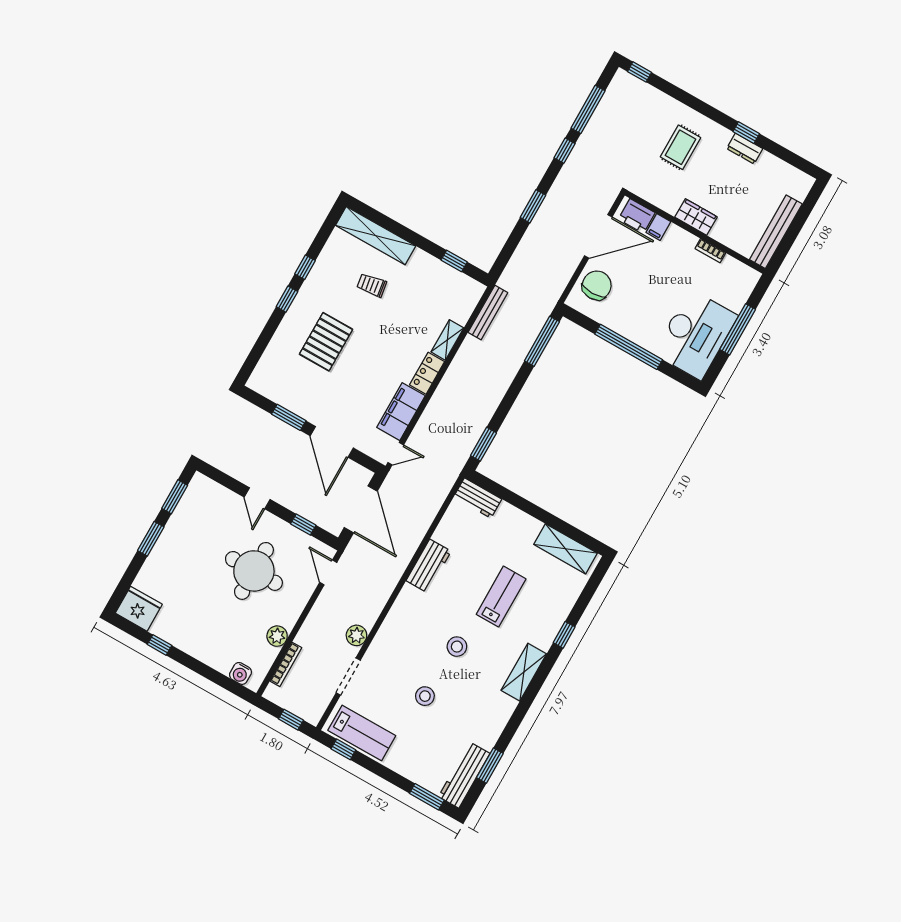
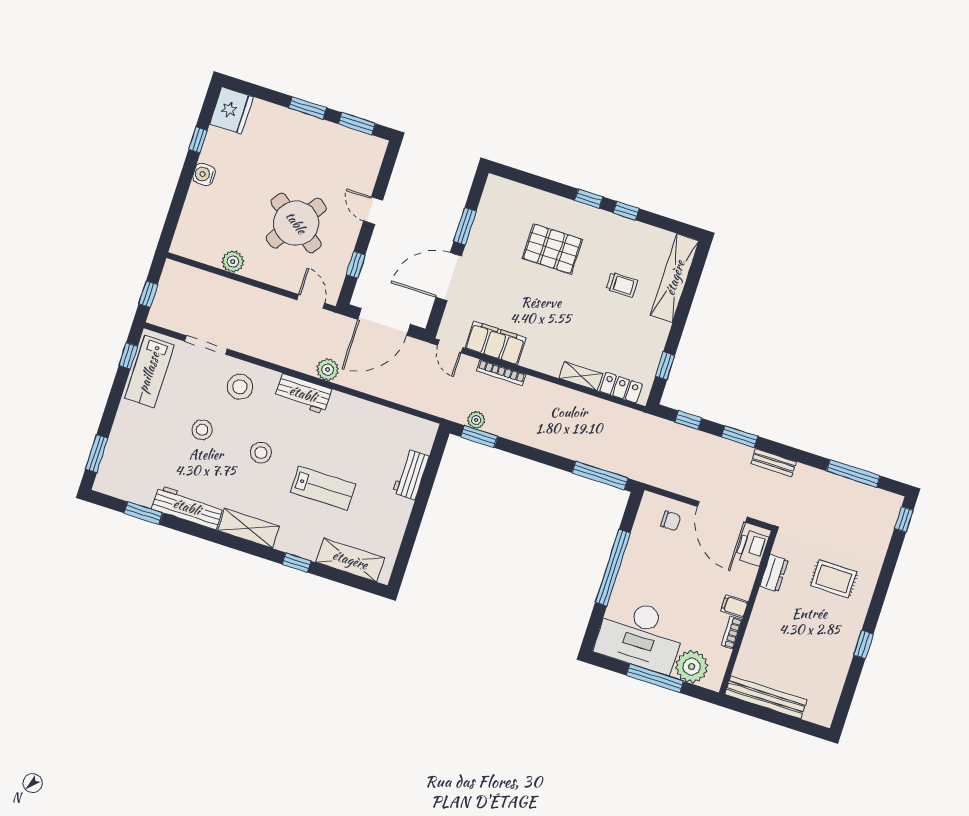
dresser: (745, 149) -> (774, 573), moved, turned 180
window: (565, 151) -> (688, 420), moved
wardrobe: (696, 217) -> (764, 610), removed
filing cabinet: (658, 227) -> (734, 606), moved
trolley: (372, 285) -> (622, 285), turned 99
chair: (597, 285) -> (670, 521), width x0.54, depth x0.54
plant: (734, 294) -> (692, 667), added
bench: (488, 312) -> (774, 463), moved, width x0.73
locker: (427, 373) -> (621, 388), moved
plant: (468, 444) -> (476, 420), added
door: (257, 498) -> (373, 211), hinge flipped
workbench: (478, 498) -> (411, 474), moved
shelving: (565, 549) -> (350, 560), moved, turned 90
workbench: (429, 566) -> (303, 394), moved
round table: (254, 571) -> (296, 223), turned 35
door: (328, 572) -> (311, 301), hinge flipped
plant: (356, 635) -> (328, 370), moved
stool: (393, 653) -> (240, 387), added
bookcase: (286, 664) -> (501, 373), moved
water cooler: (241, 673) -> (204, 174), moved
workbench: (464, 775) -> (187, 507), moved

